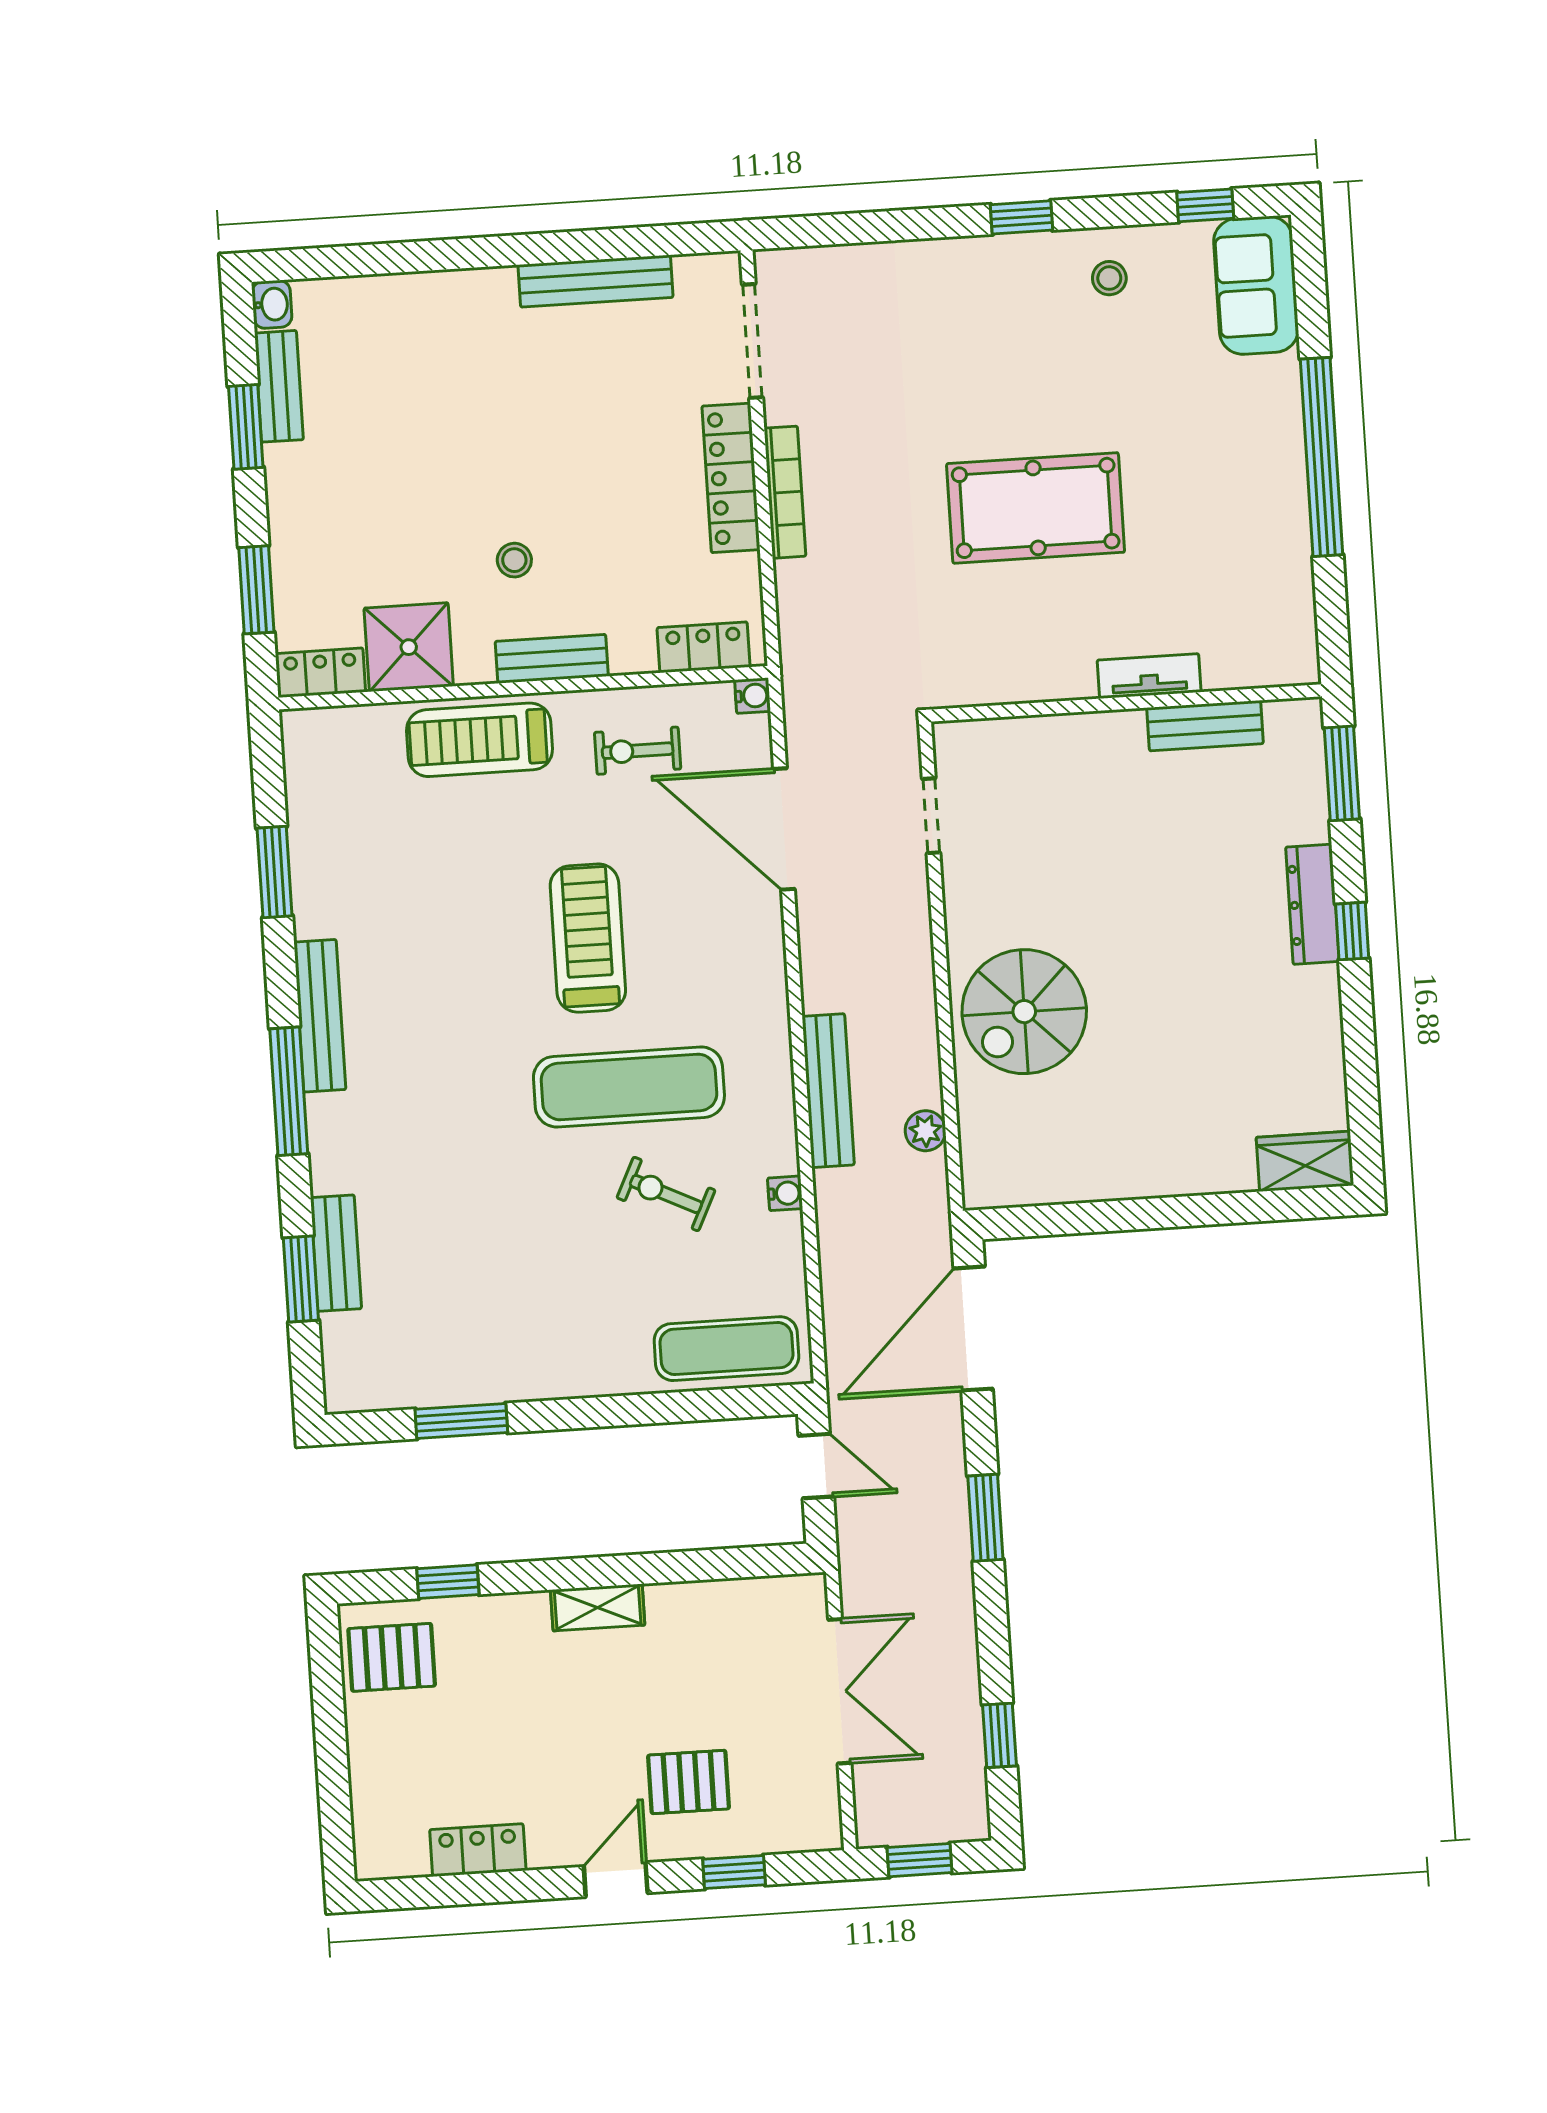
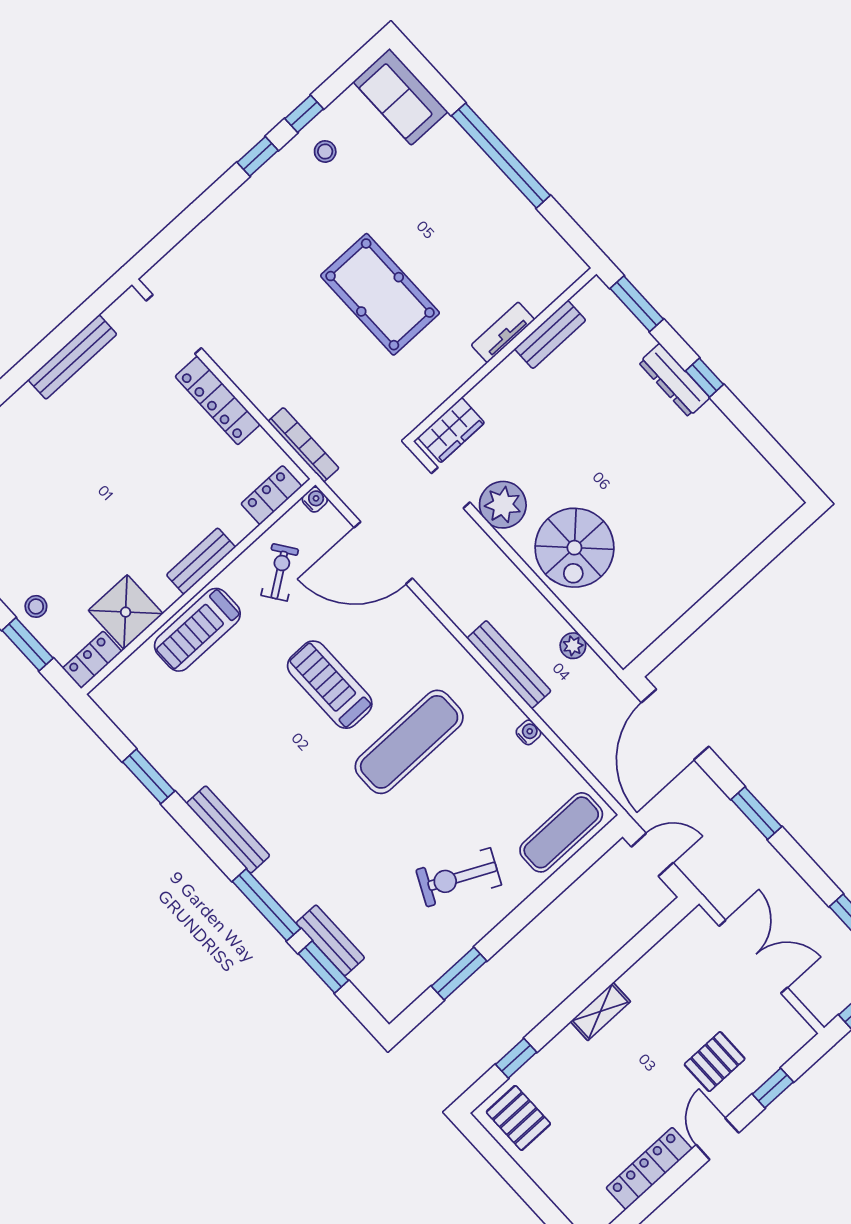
window: (1205, 205) -> (304, 114), moved
bookcase: (785, 492) -> (304, 445), moved
pool table: (1036, 508) -> (380, 294), turned 90
stool: (514, 560) -> (36, 606), moved
exercise bike: (638, 751) -> (280, 572), turned 145
plant: (979, 888) -> (503, 505), added
window: (289, 1091) -> (266, 905), moved
wardrobe: (1305, 1161) -> (451, 430), moved, turned 180
exercise bike: (666, 1194) -> (459, 877), moved, width x1.38, depth x1.39
pallet: (392, 1657) -> (518, 1118), turned 90
locker: (478, 1850) -> (649, 1168), width x1.53

